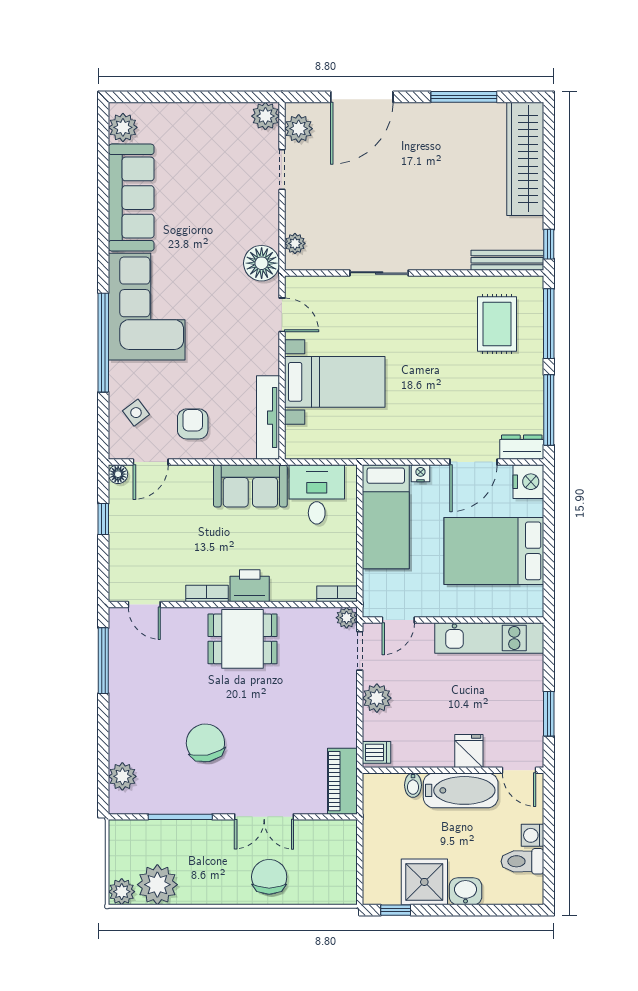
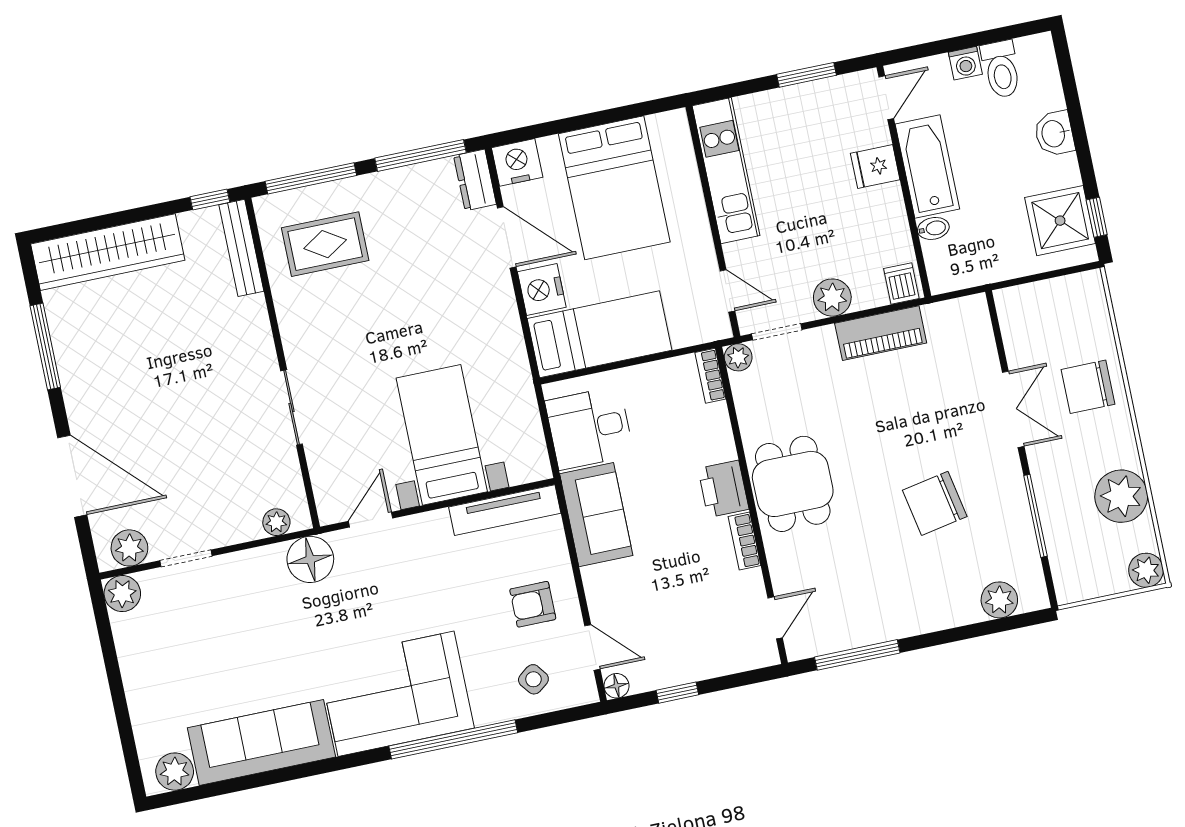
nightstand: (420, 473) -> (542, 290), width x1.89, depth x1.79
piano: (342, 781) -> (881, 333), moved
shower: (424, 882) -> (1060, 221), moved
plant: (157, 885) -> (1121, 496), moved

